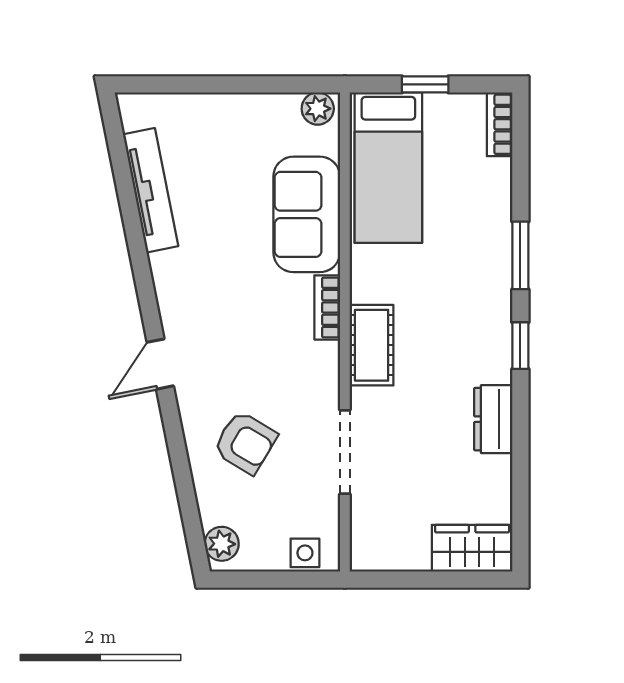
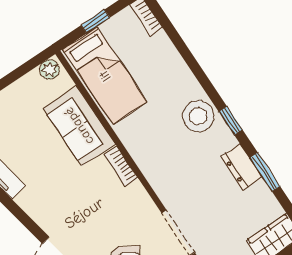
window: (520, 255) -> (265, 172), moved
stool: (480, 309) -> (198, 116), added
cot: (372, 345) -> (156, 170), removed

